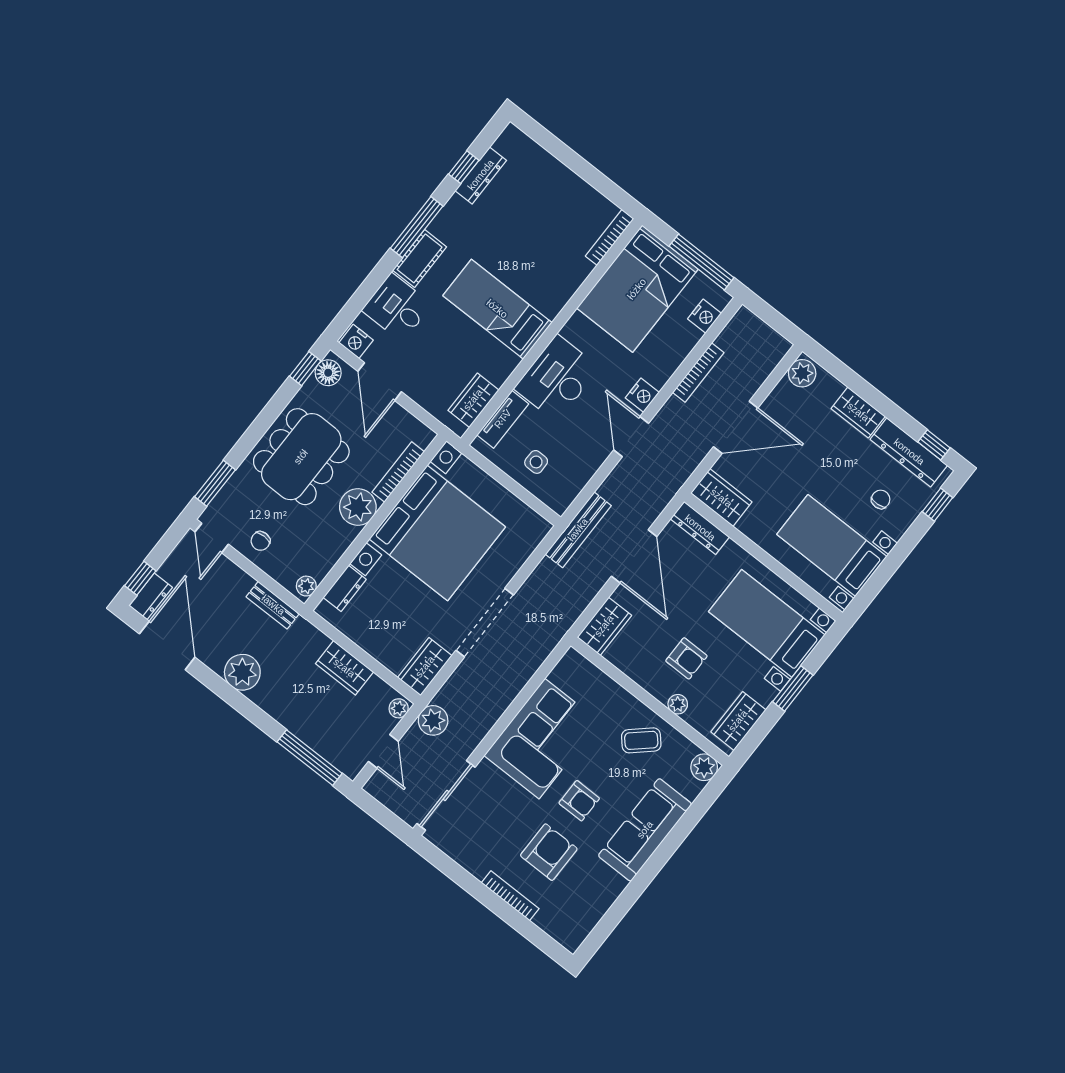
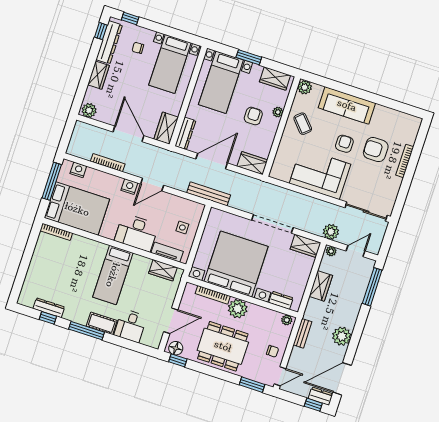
nightstand: (356, 341) -> (155, 340), removed

